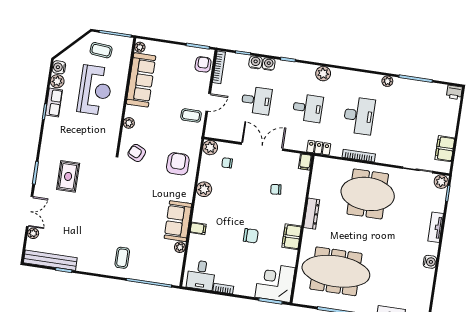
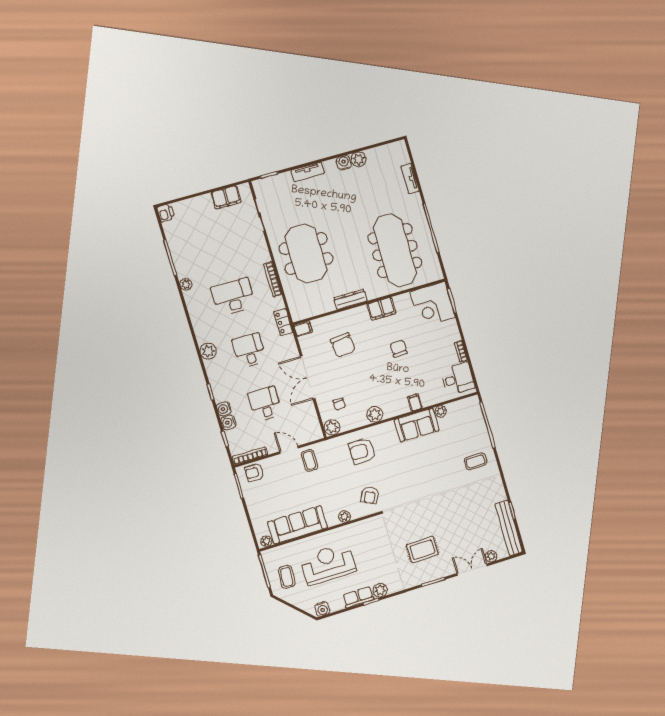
plant: (57, 81) -> (380, 590), moved
plant: (441, 182) -> (359, 159), moved
chair: (276, 189) -> (343, 345), width x1.87, depth x1.87

